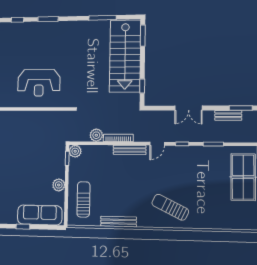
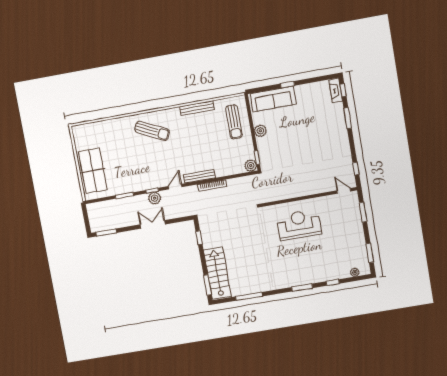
stairs: (125, 56) -> (217, 273), width x0.73, depth x0.66
bench: (228, 115) -> (116, 224), removed
plant: (96, 135) -> (155, 198), moved

